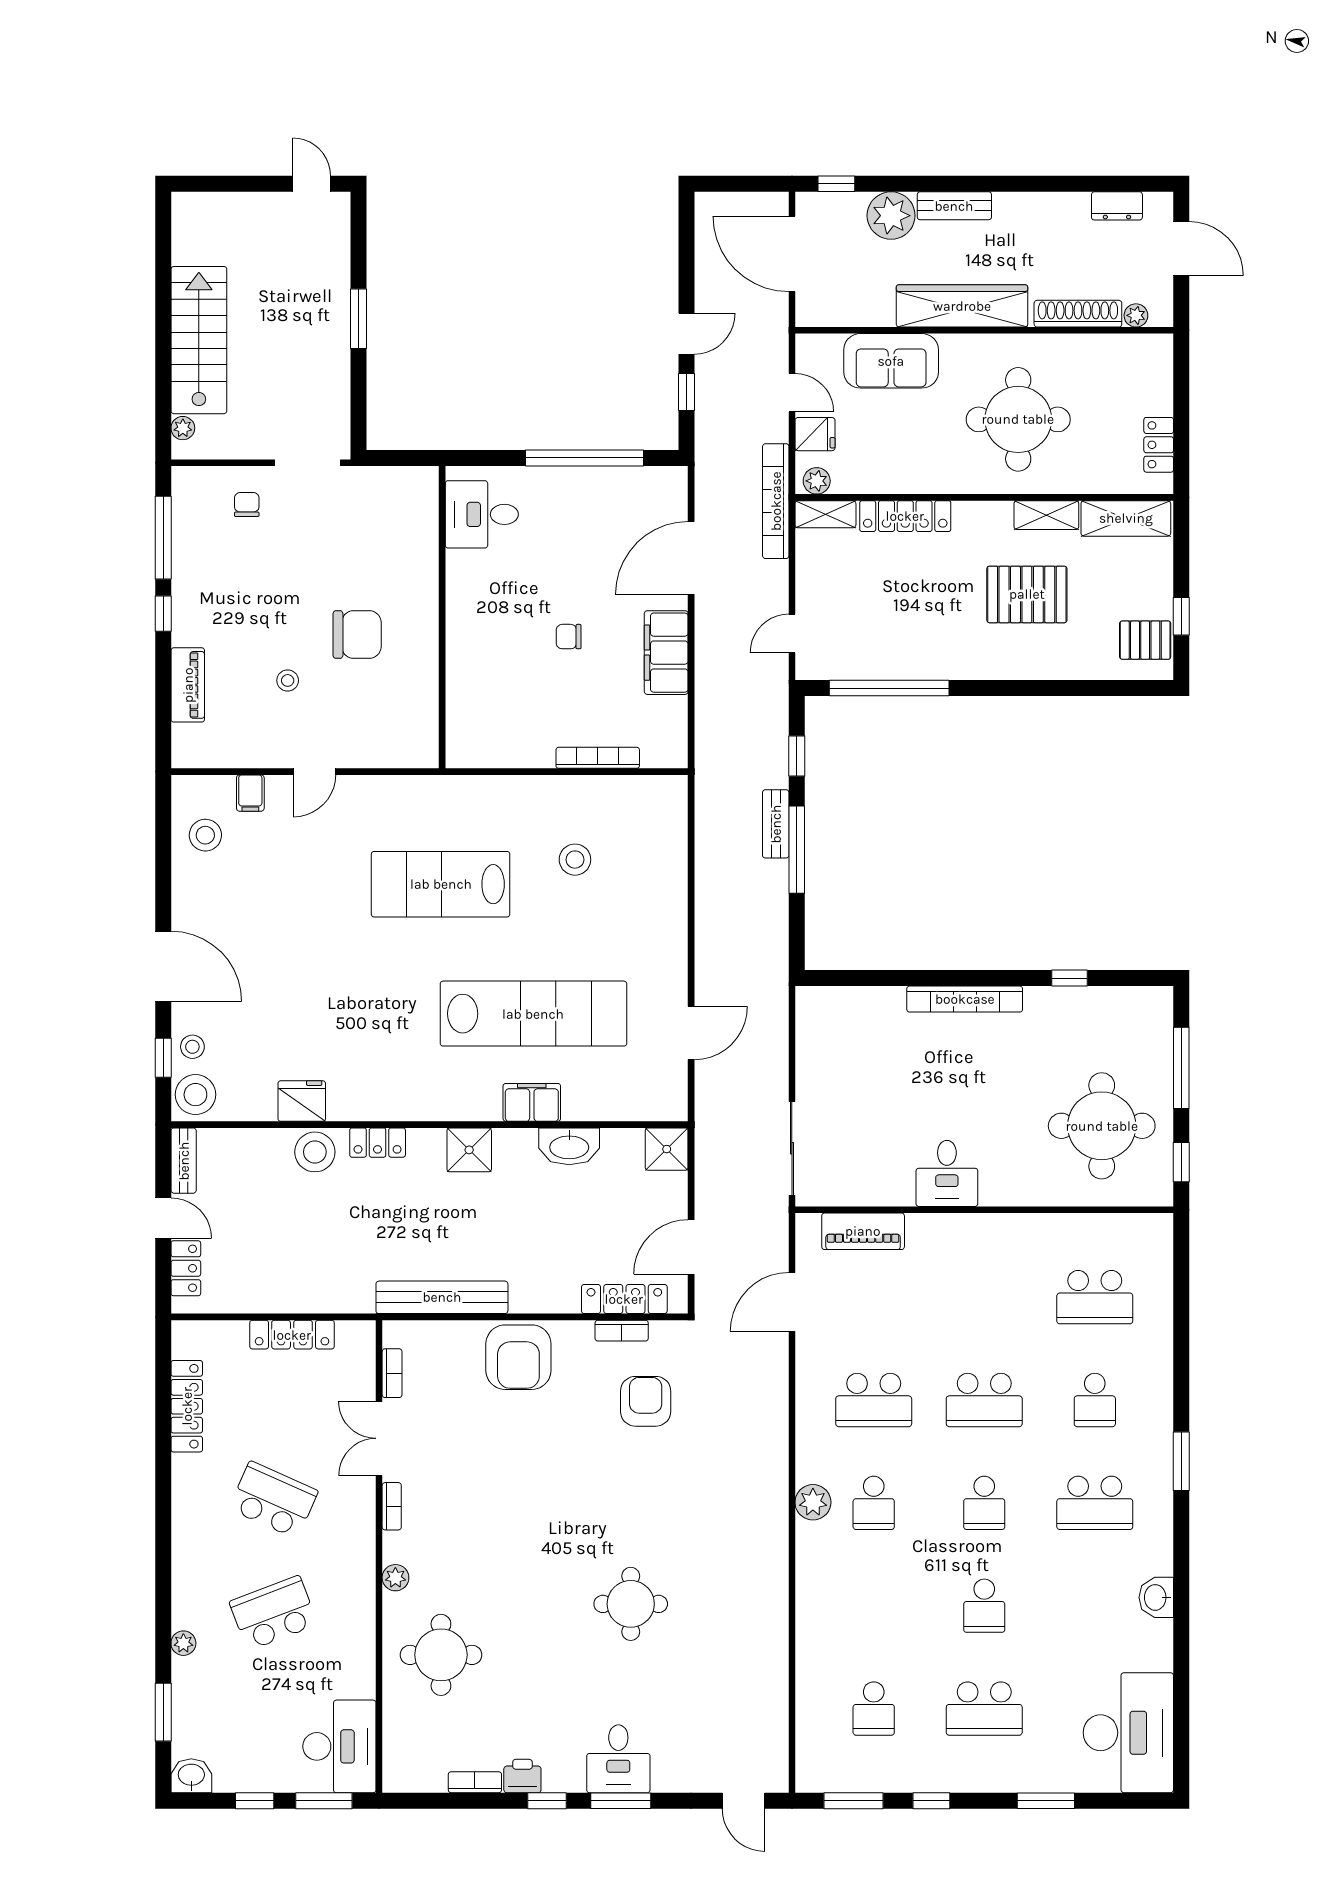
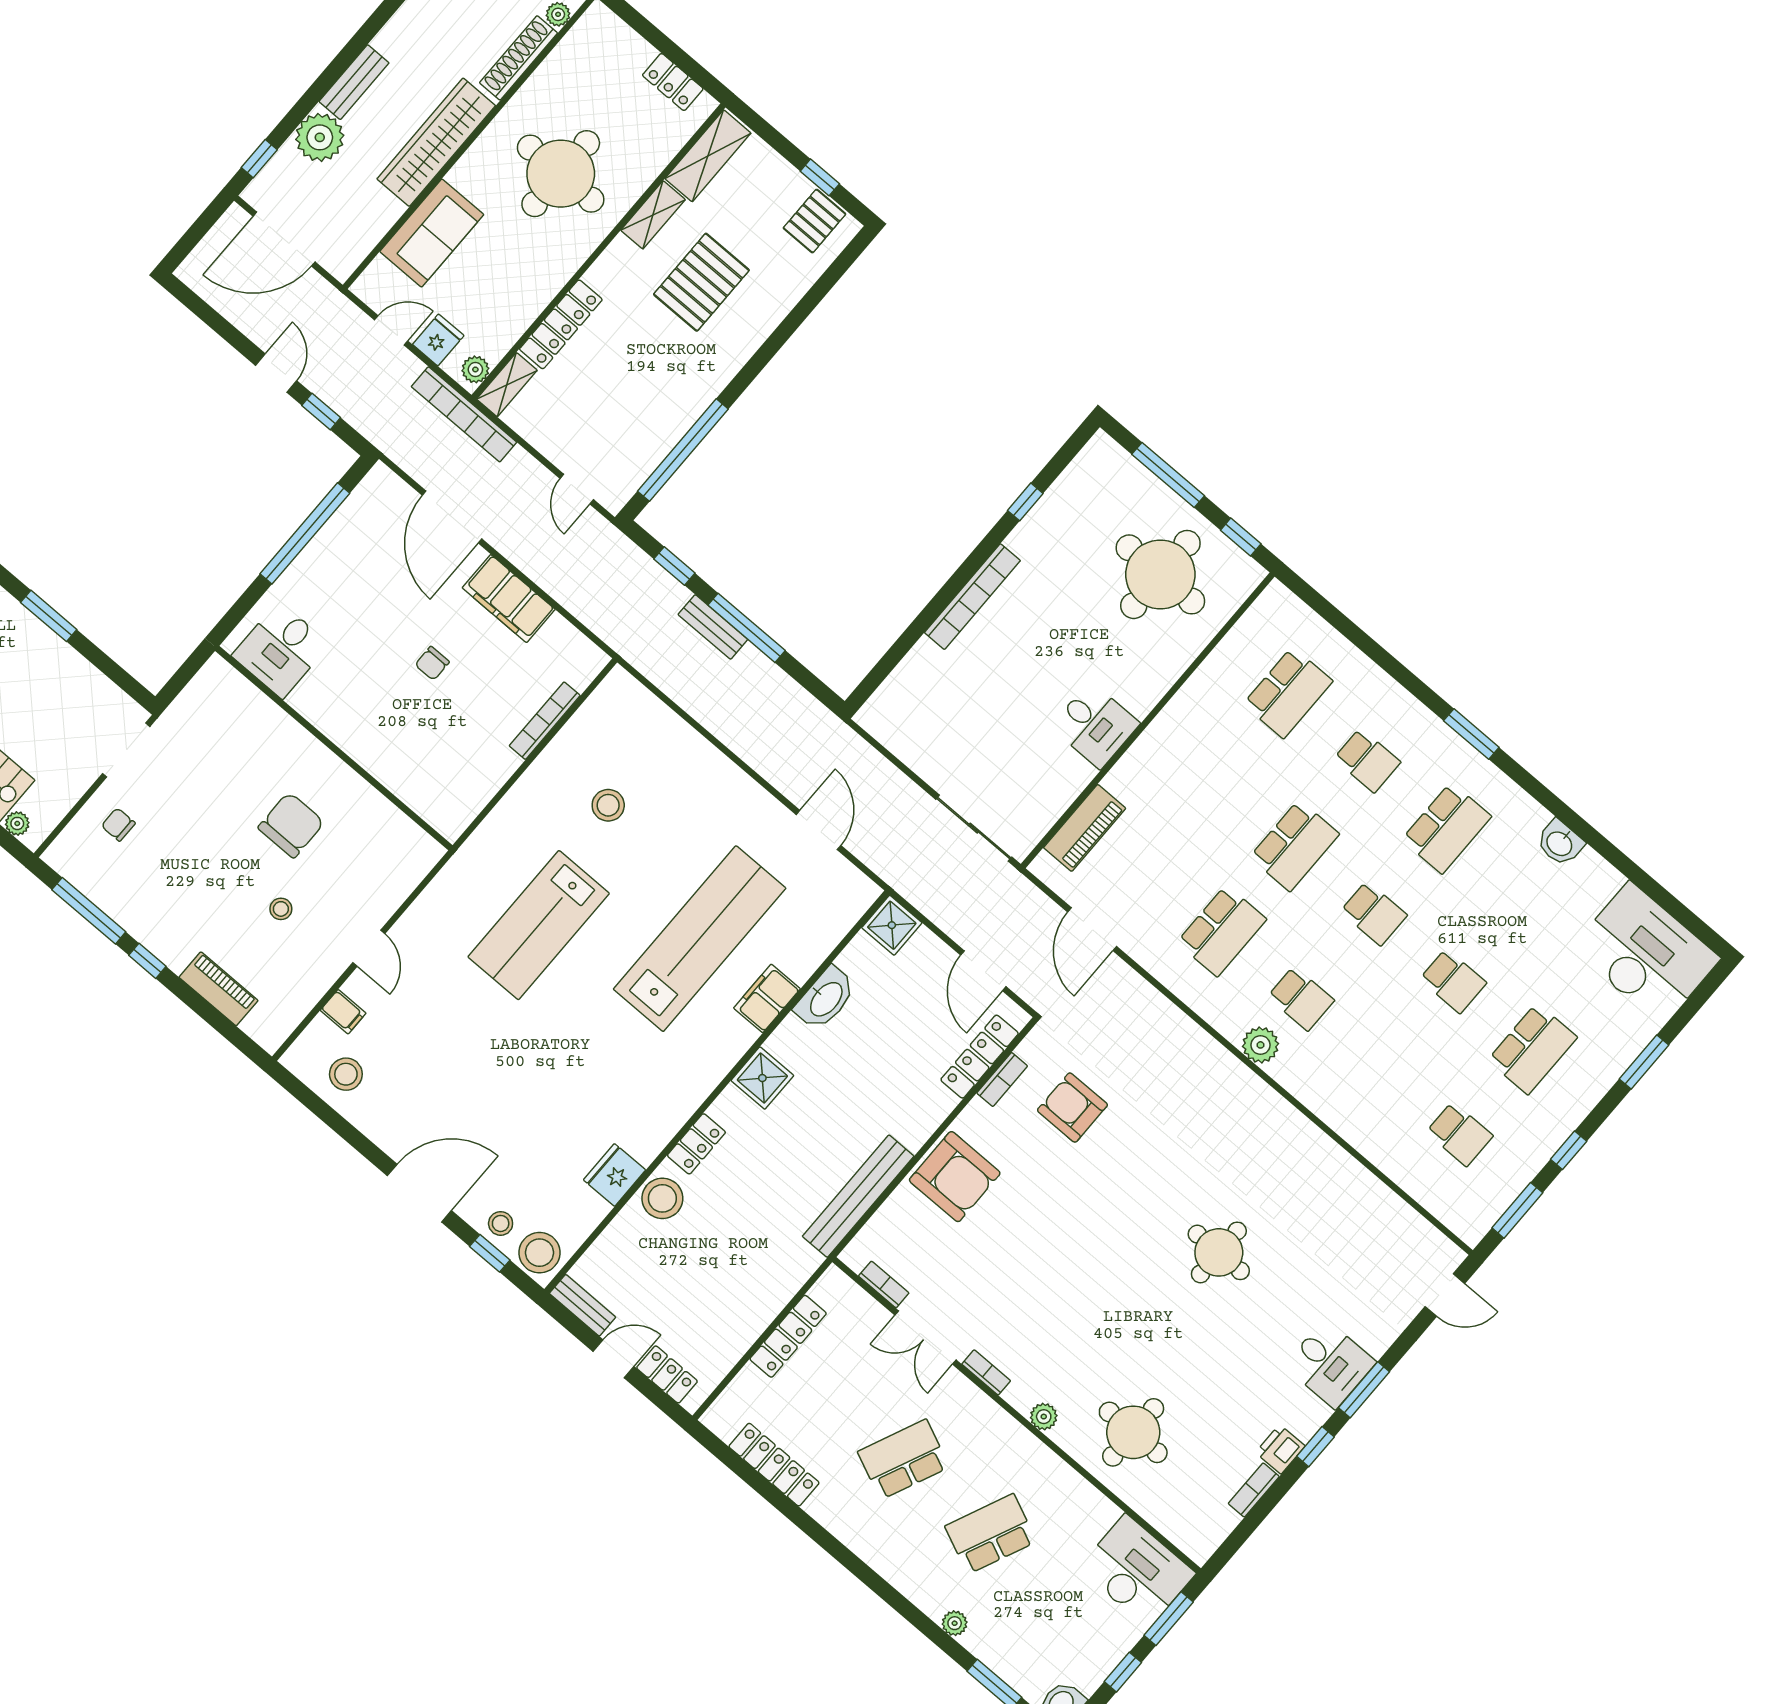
school desk: (273, 1613) -> (991, 1534), turned 45

